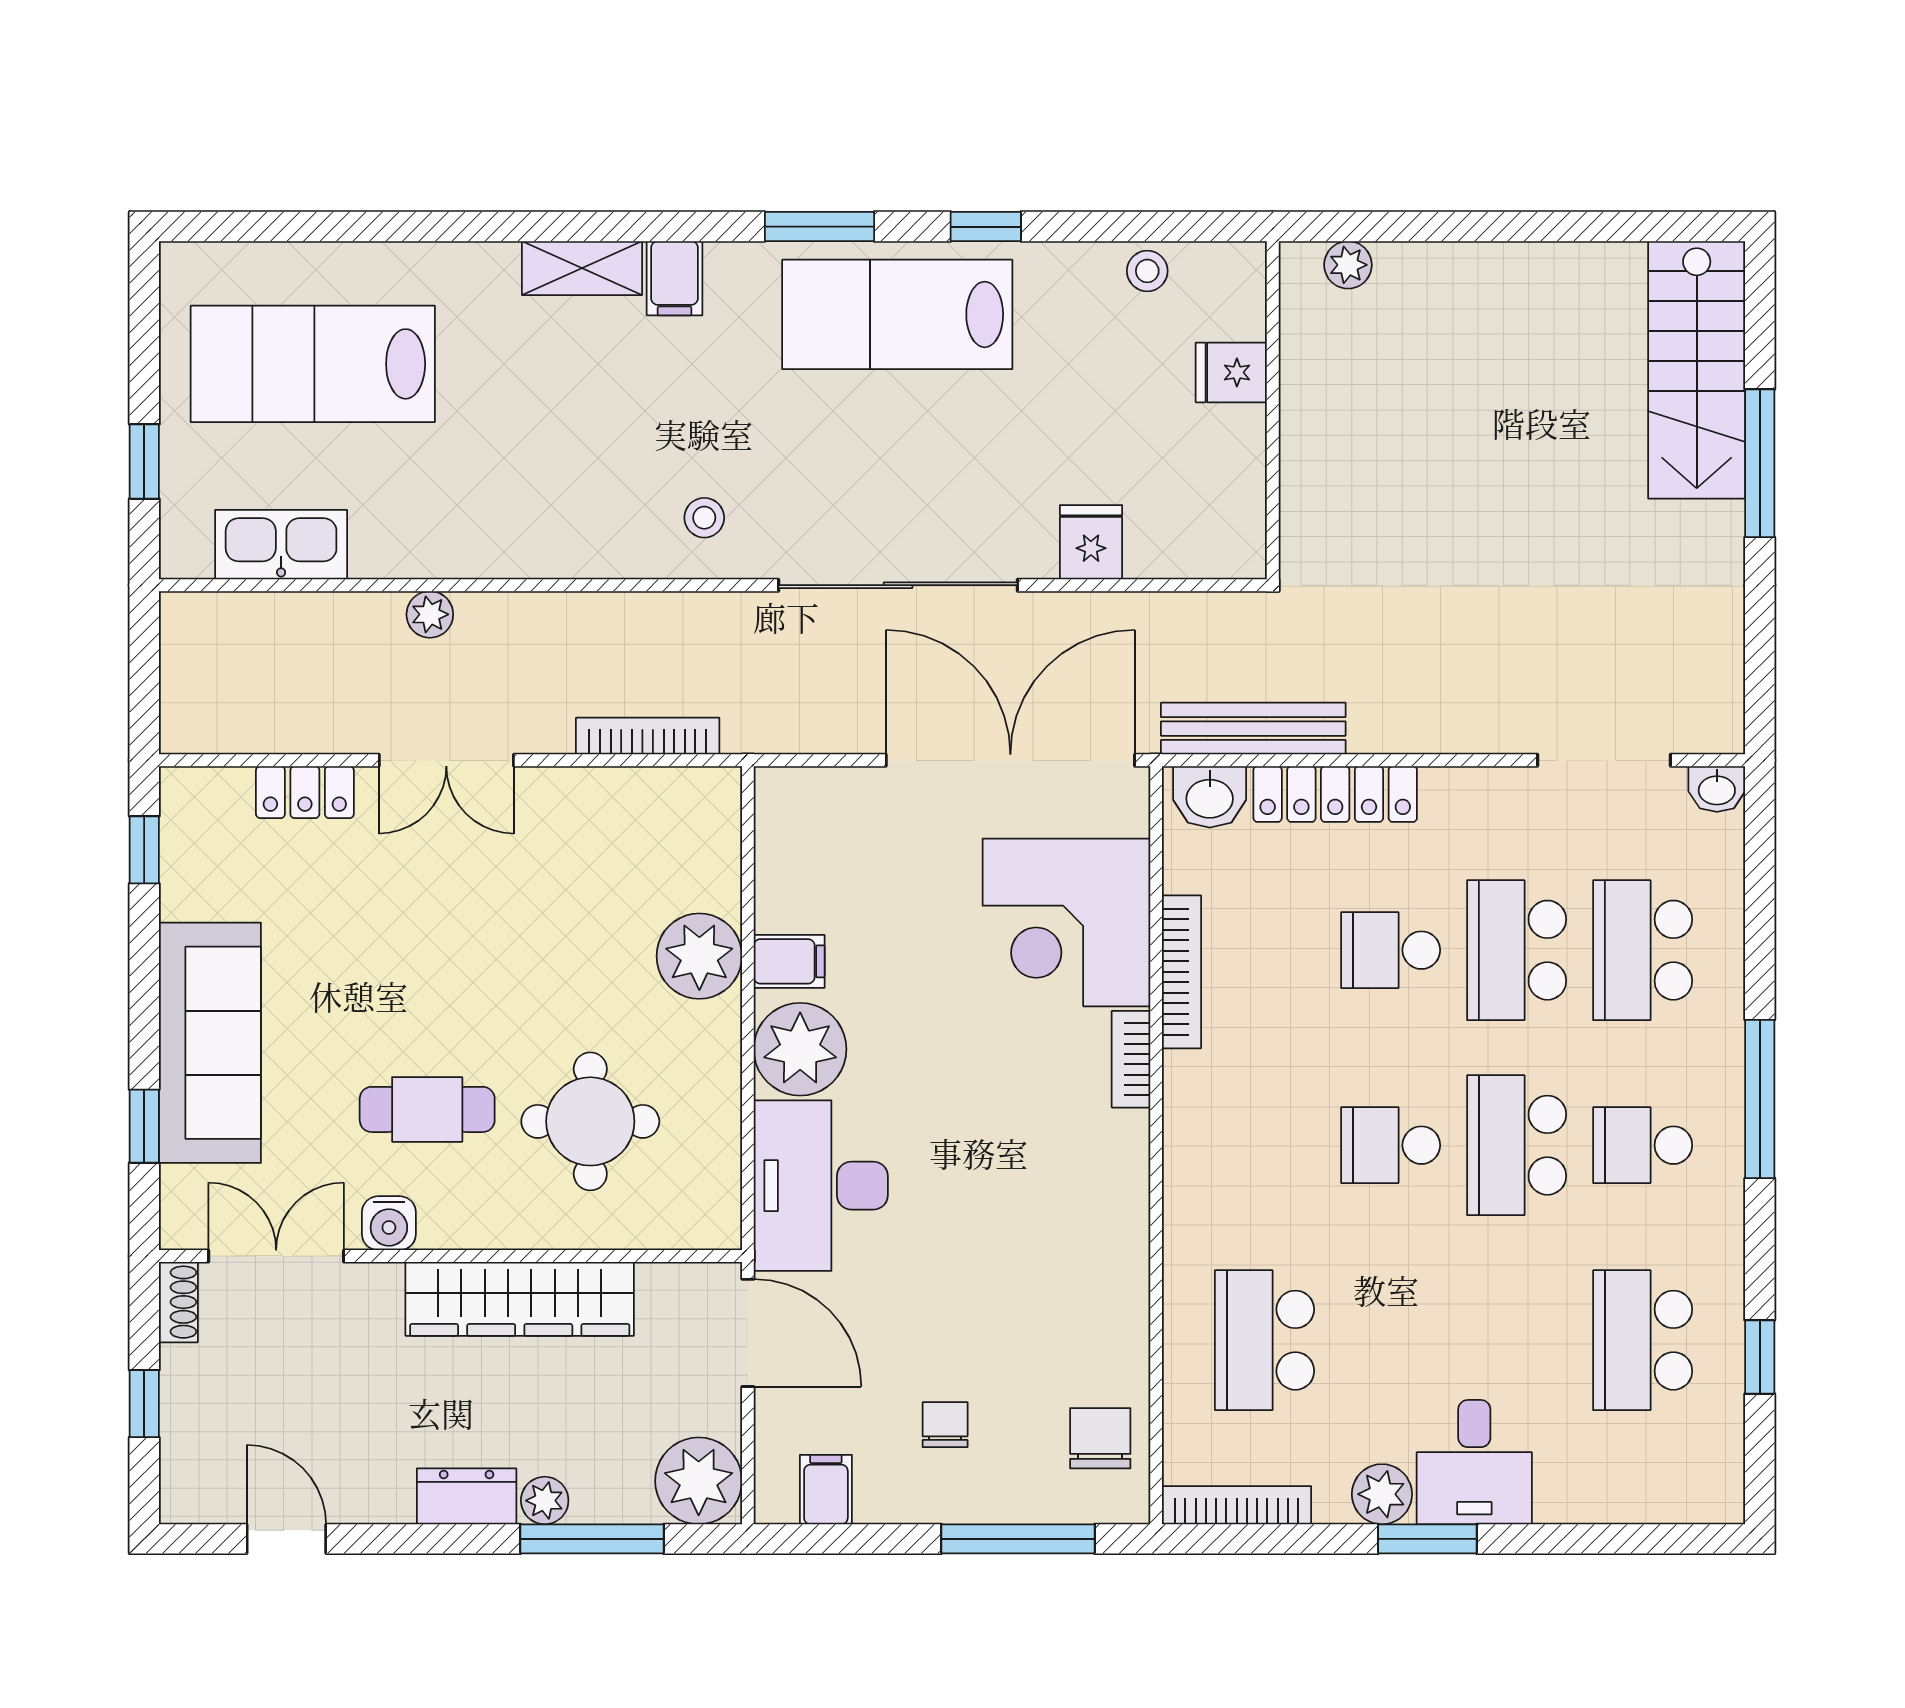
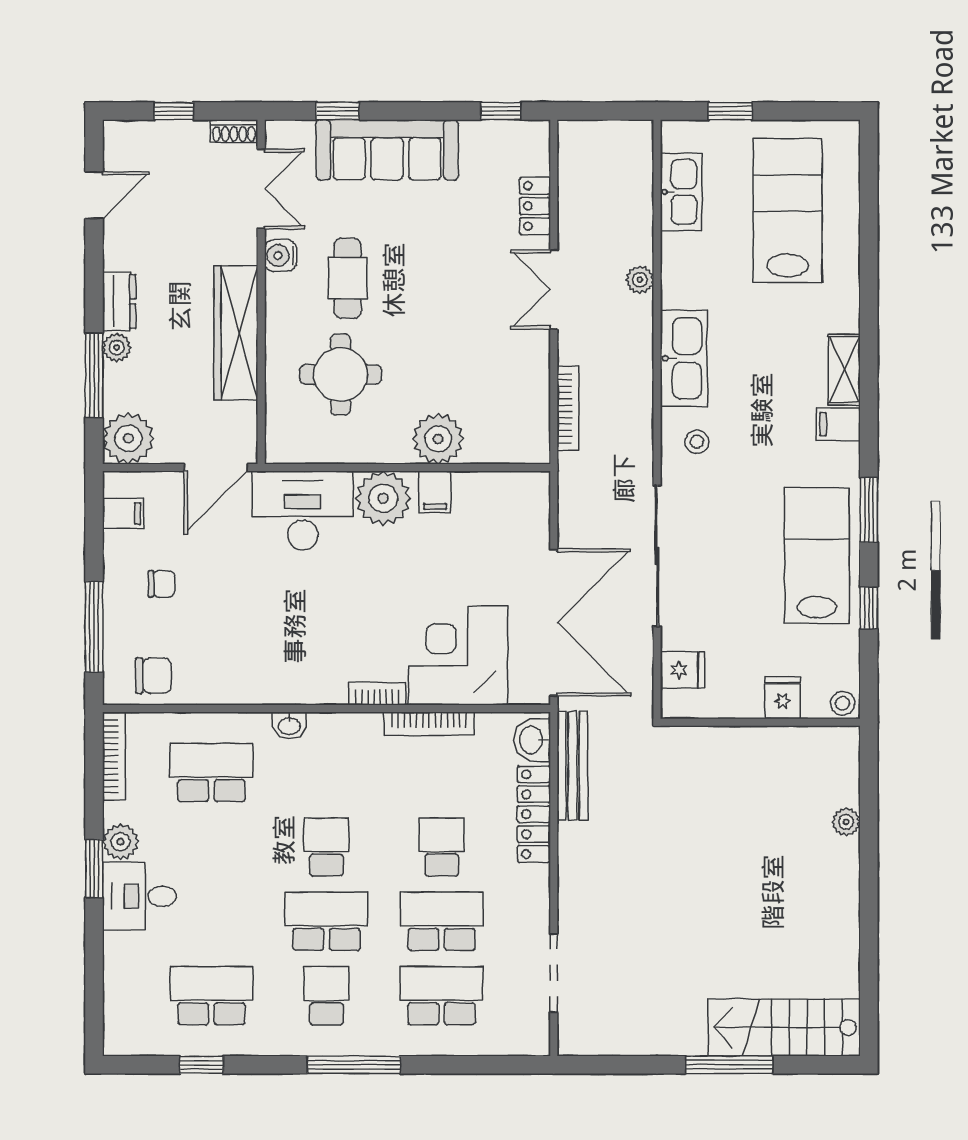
fridge: (1231, 372) -> (783, 698), moved
wall: (1273, 410) -> (760, 722), moved
kitchen sink: (563, 540) -> (684, 358), added
washbasin: (1717, 789) -> (289, 725), moved, turned -90

